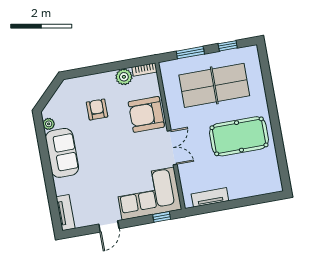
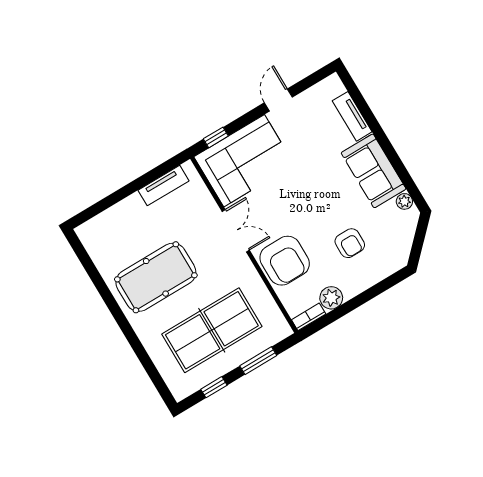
armchair: (146, 114) -> (285, 261), turned 90
double door: (172, 148) -> (236, 231), swing flipped
tv unit: (65, 213) -> (352, 116), moved

